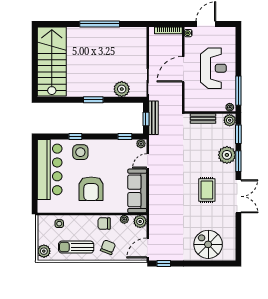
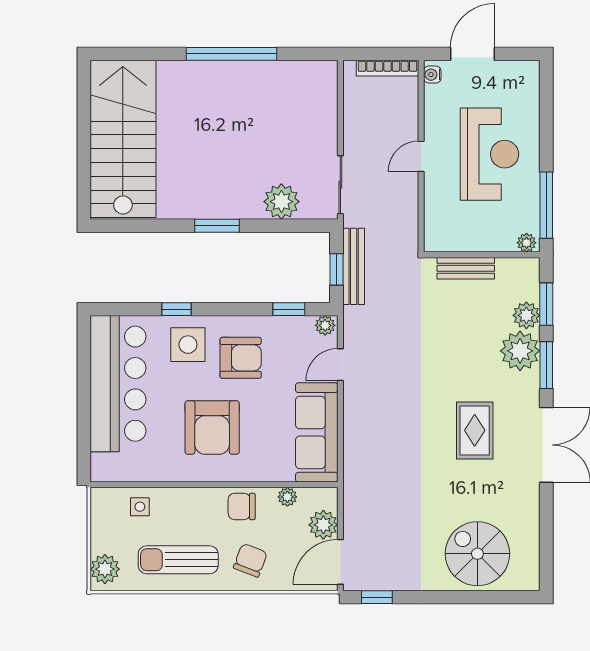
door: (183, 69) -> (421, 156), width x0.53
plant: (230, 120) -> (526, 315), moved
armchair: (104, 158) -> (241, 358), added
plant: (140, 221) -> (323, 525), moved

